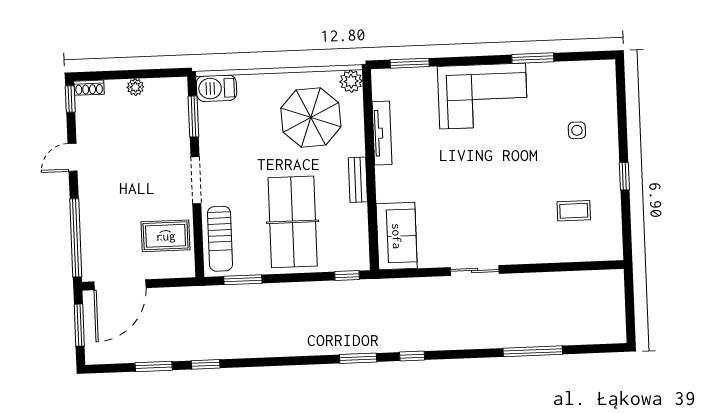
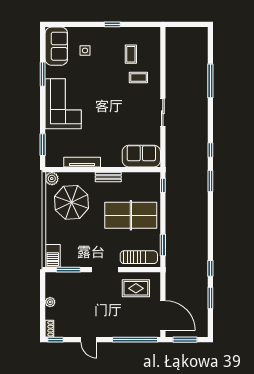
sofa: (582, 80) -> (56, 46), added
coffee table: (534, 225) -> (138, 78), added
rug: (166, 236) -> (136, 288), turned 90

